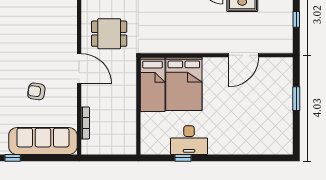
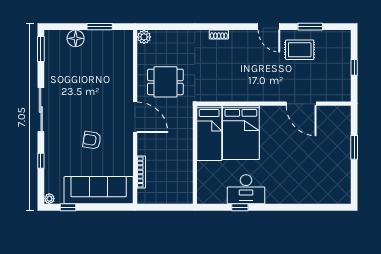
door: (244, 55) -> (301, 104), hinge flipped

